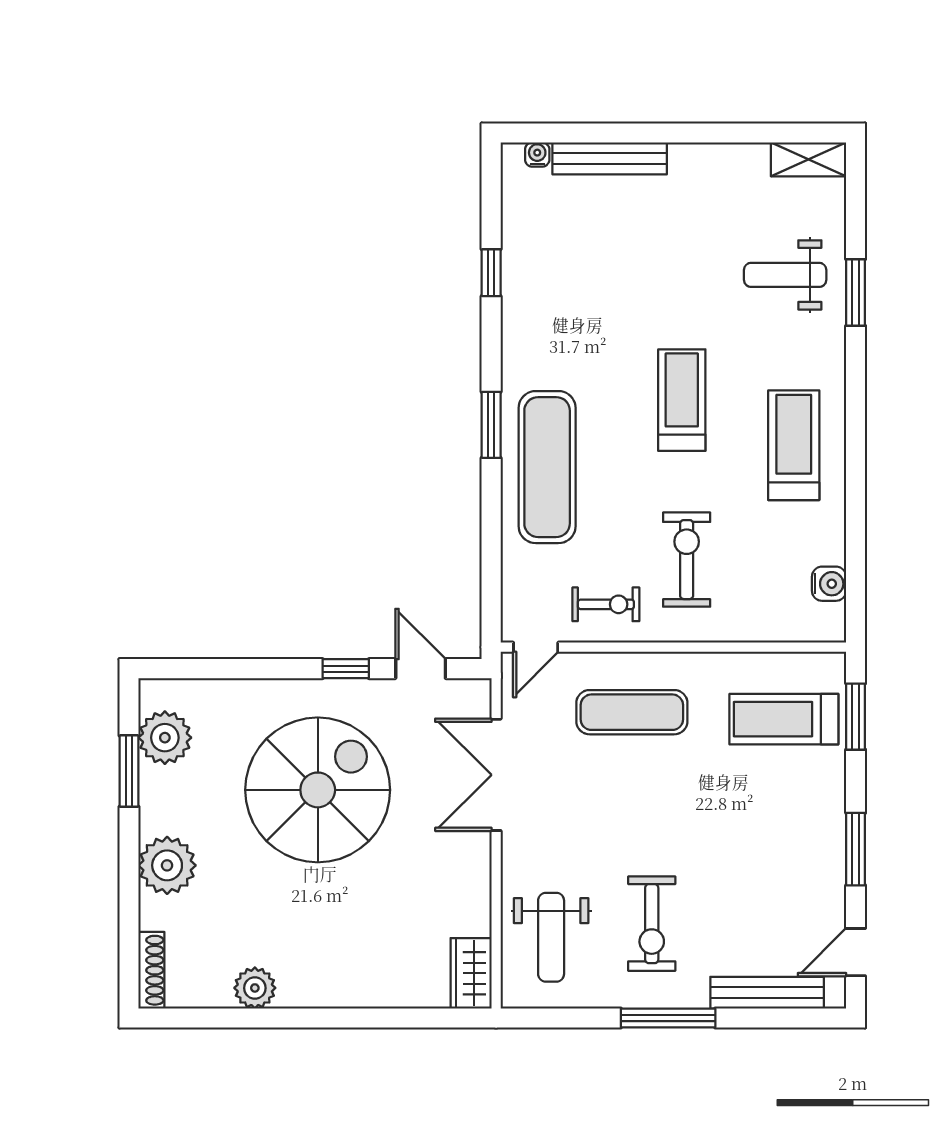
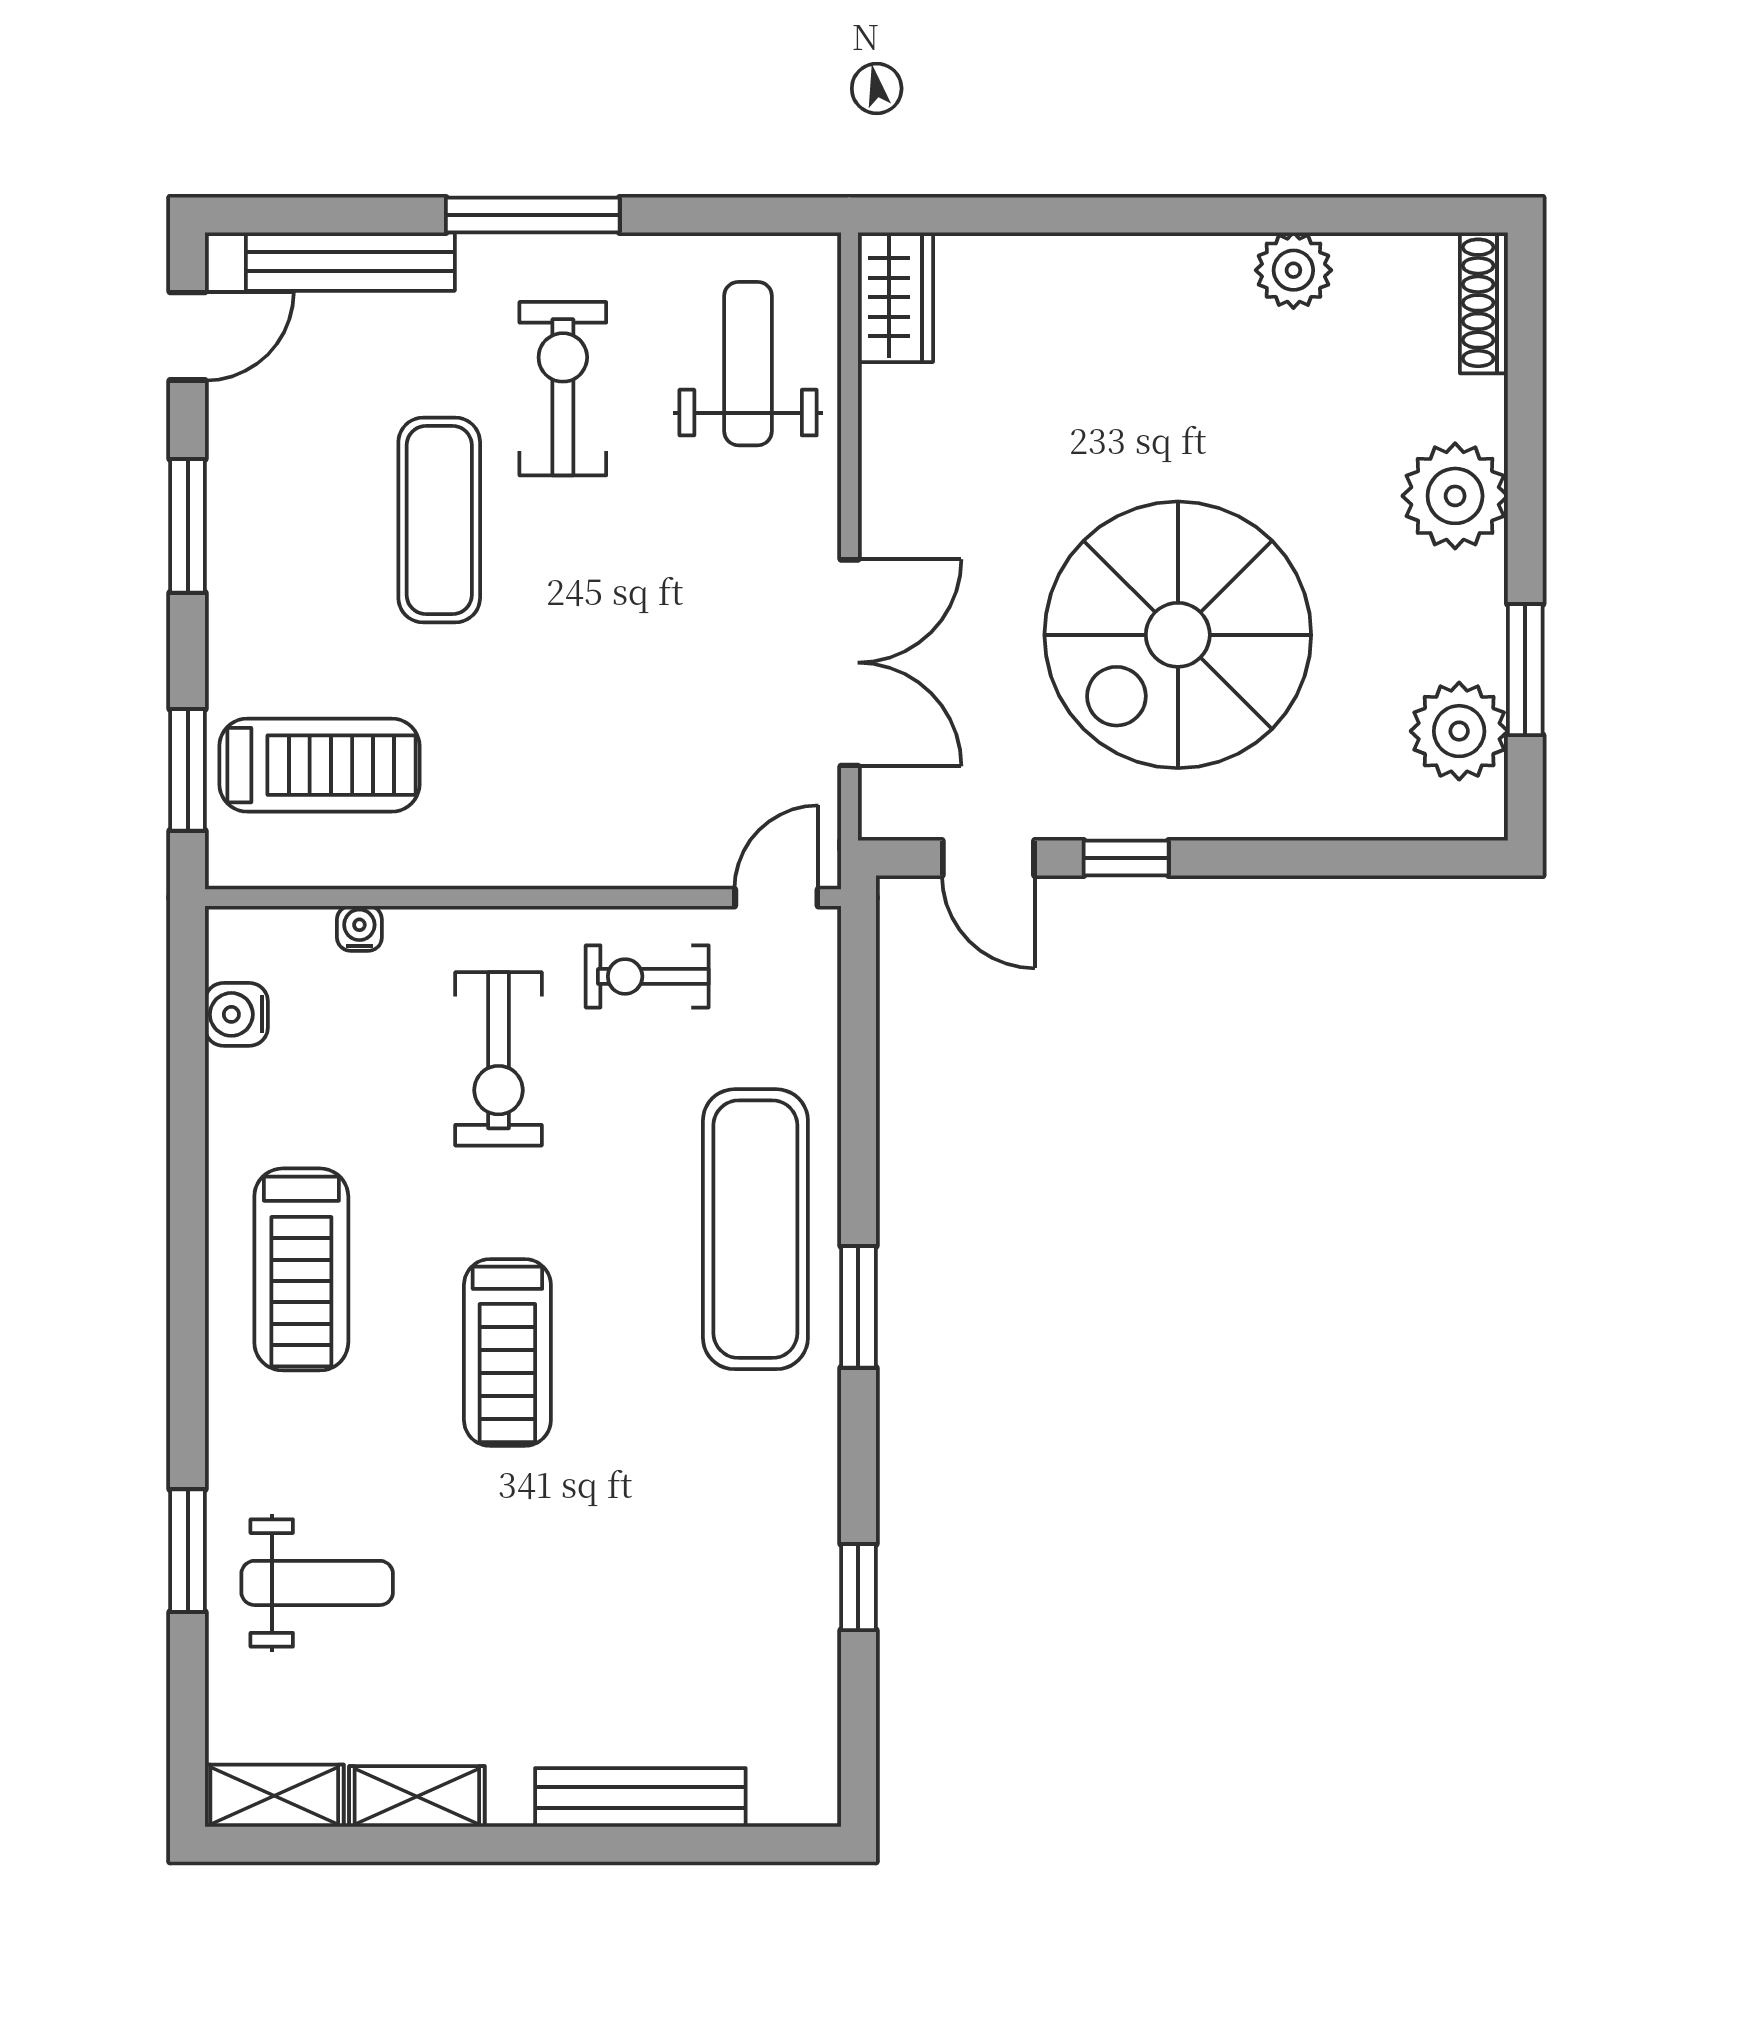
water cooler: (537, 155) -> (359, 928), moved, turned 180
shelving: (731, 159) -> (417, 1796), added
exercise mat: (632, 712) -> (439, 520), moved, turned 90

